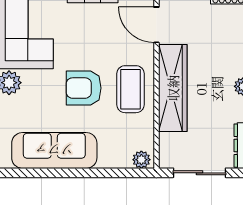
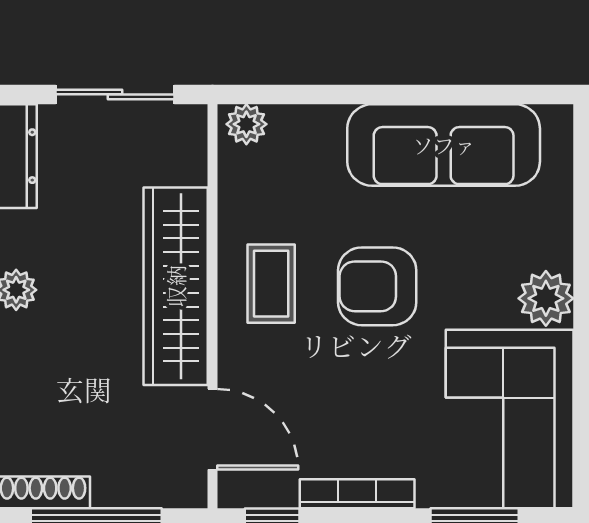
armchair: (84, 88) -> (377, 286), turned 180
coffee table: (131, 89) -> (271, 284), width x0.73, depth x0.77

